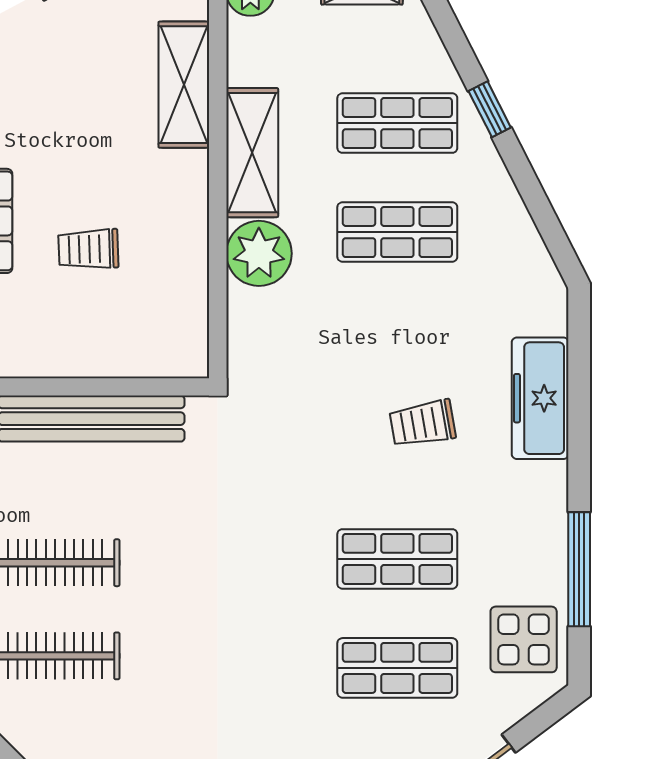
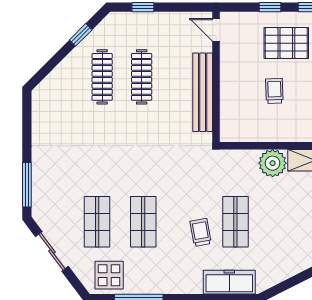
shop shelf: (397, 232) -> (235, 222), moved
freezer: (540, 398) -> (229, 282), moved

